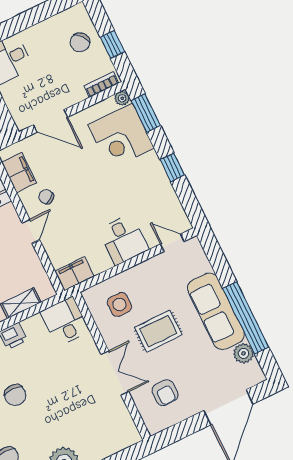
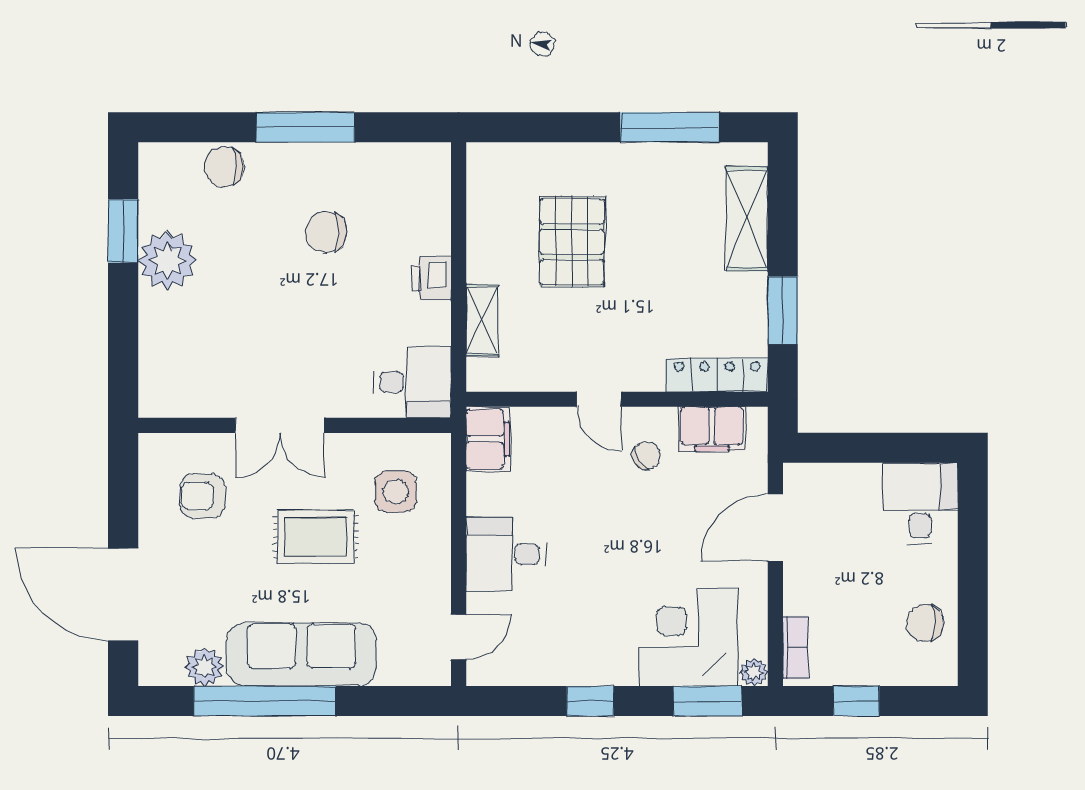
chair: (80, 42) -> (924, 623), moved, turned -53
rug: (158, 331) -> (316, 537), turned 90

